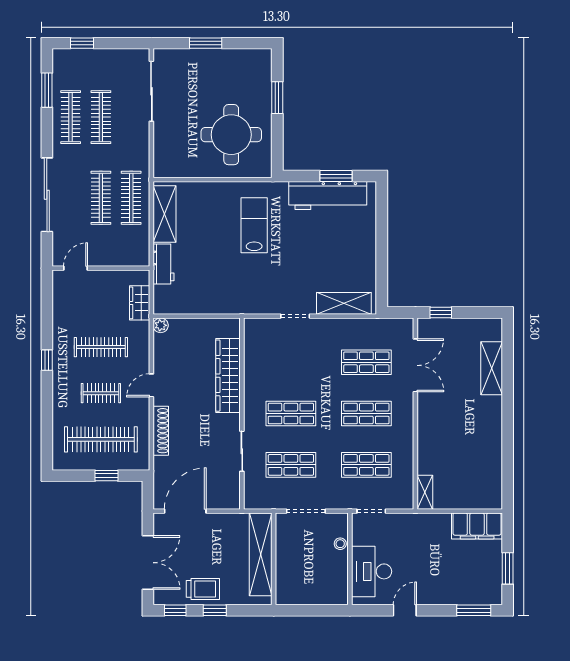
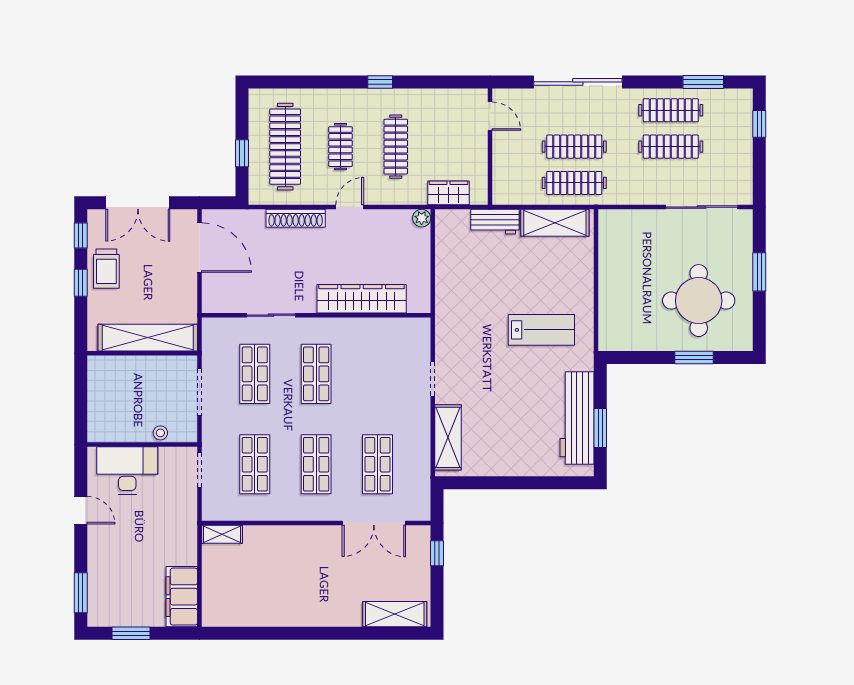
round table: (231, 135) -> (699, 301), moved
shelving: (492, 368) -> (395, 614), moved
door: (151, 385) -> (350, 207), hinge flipped

